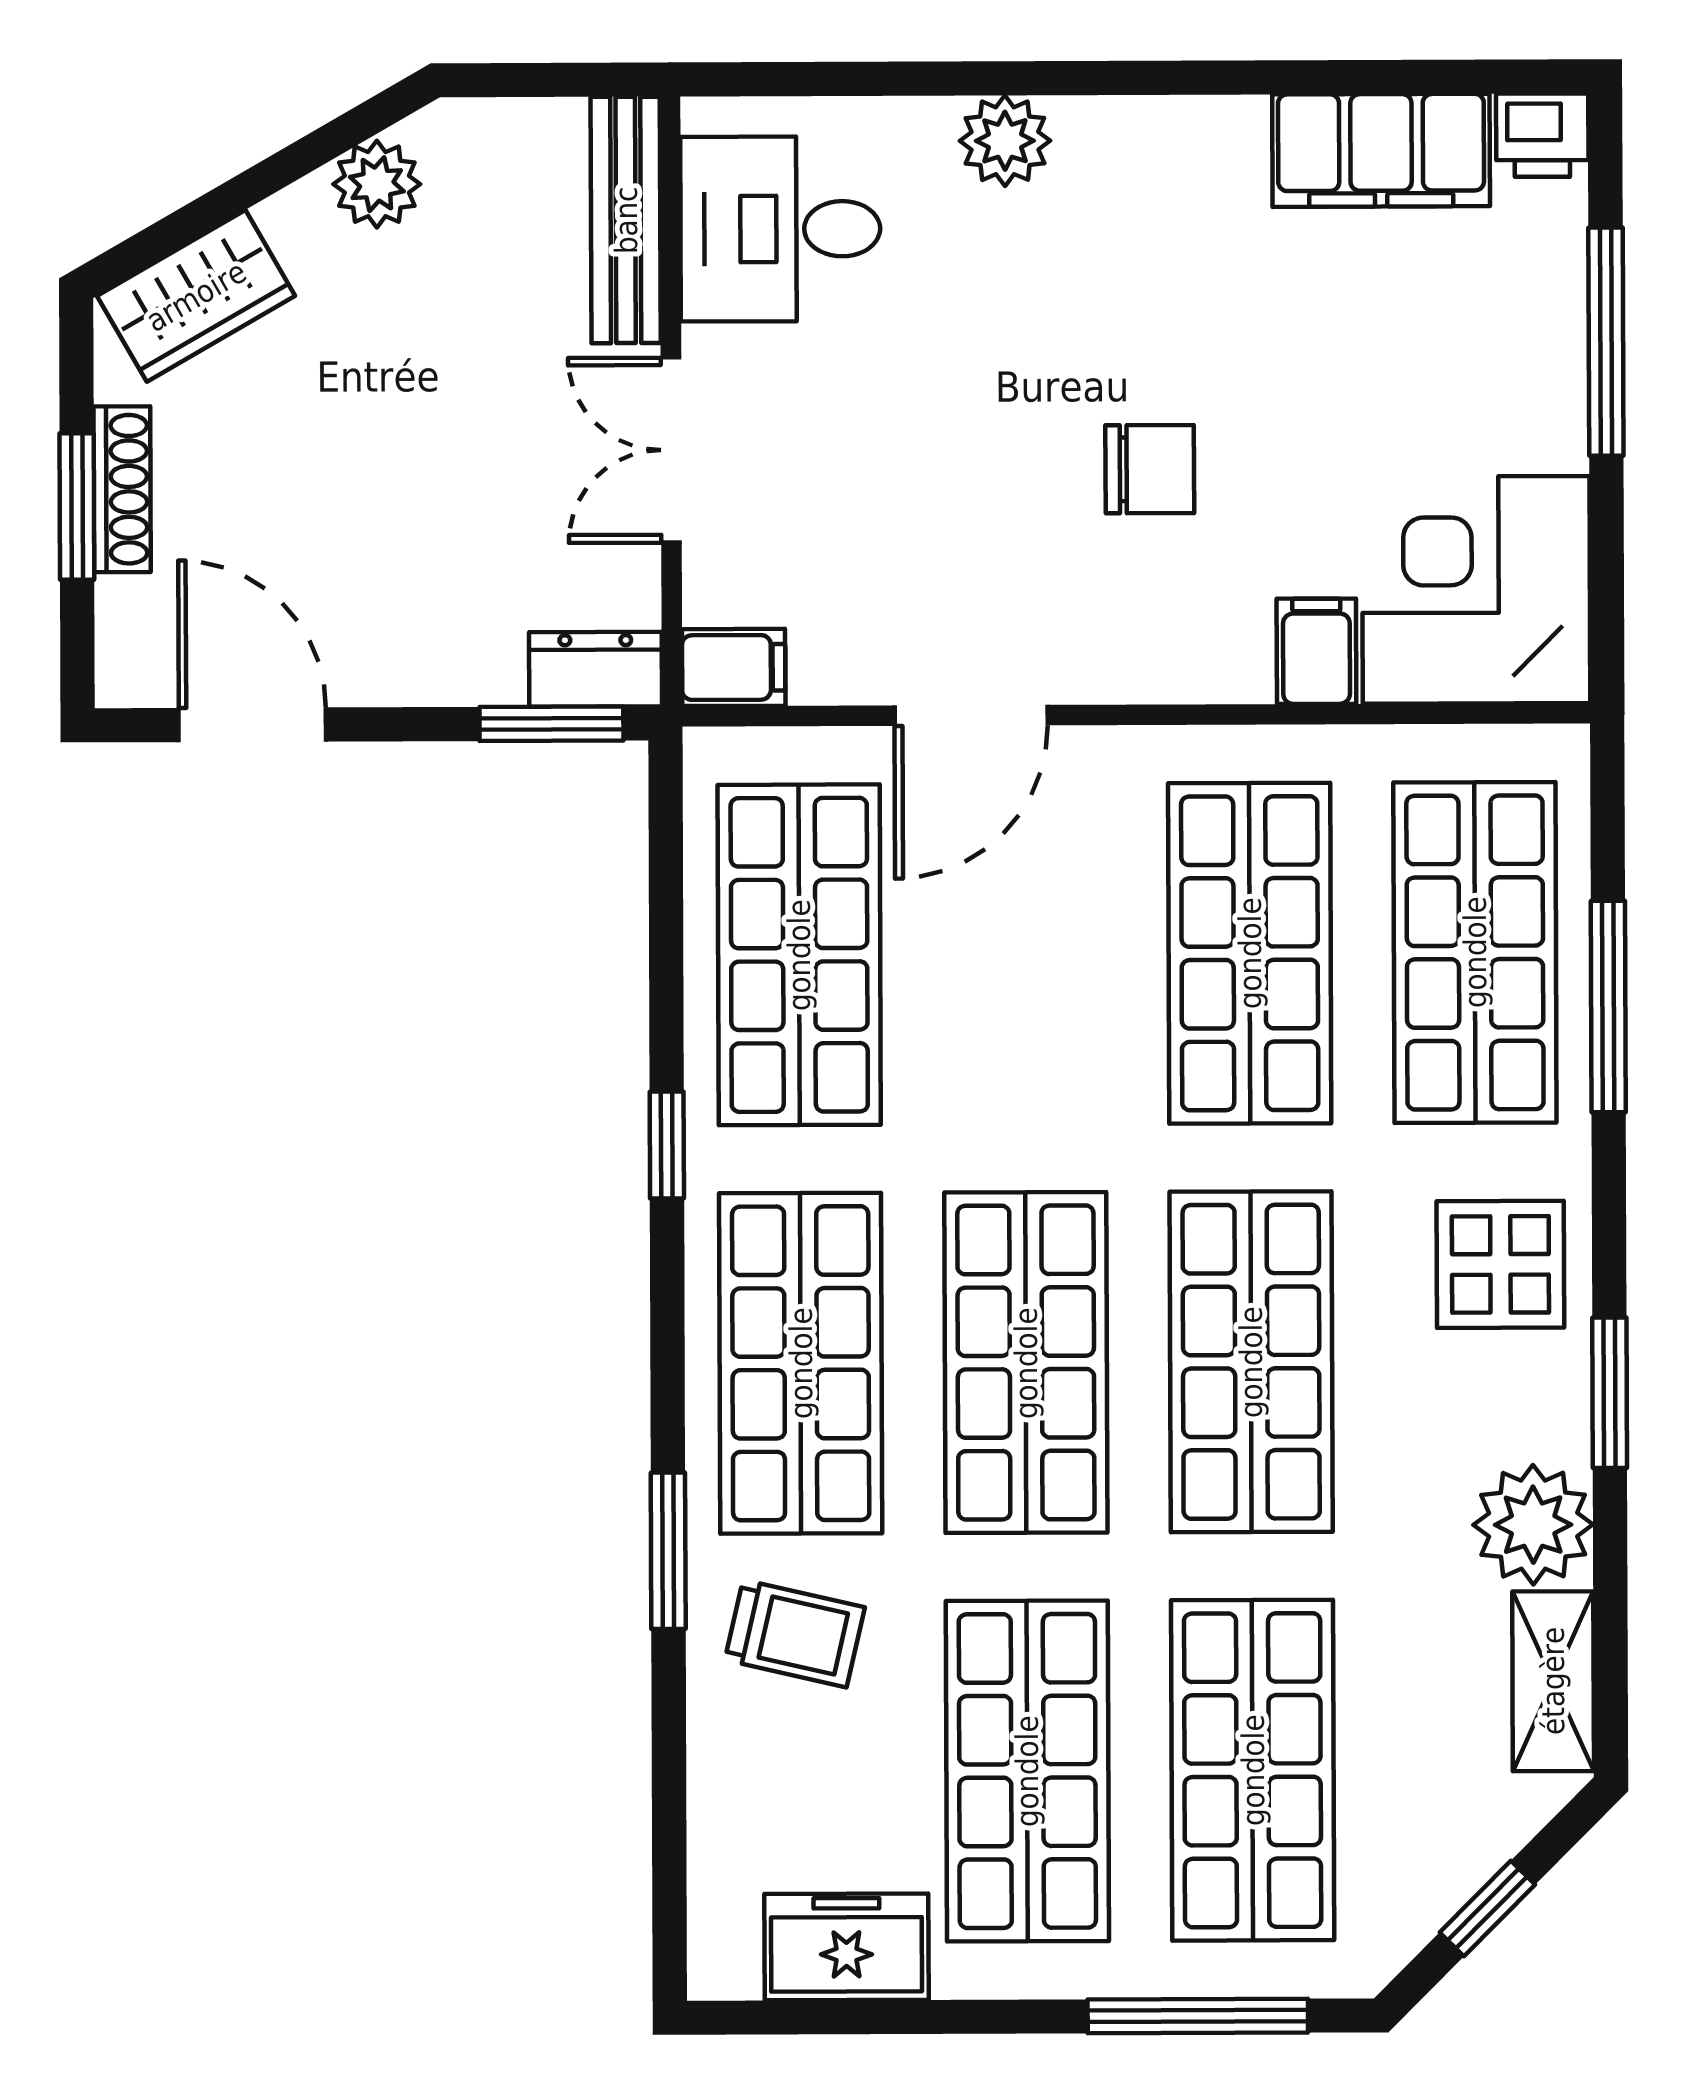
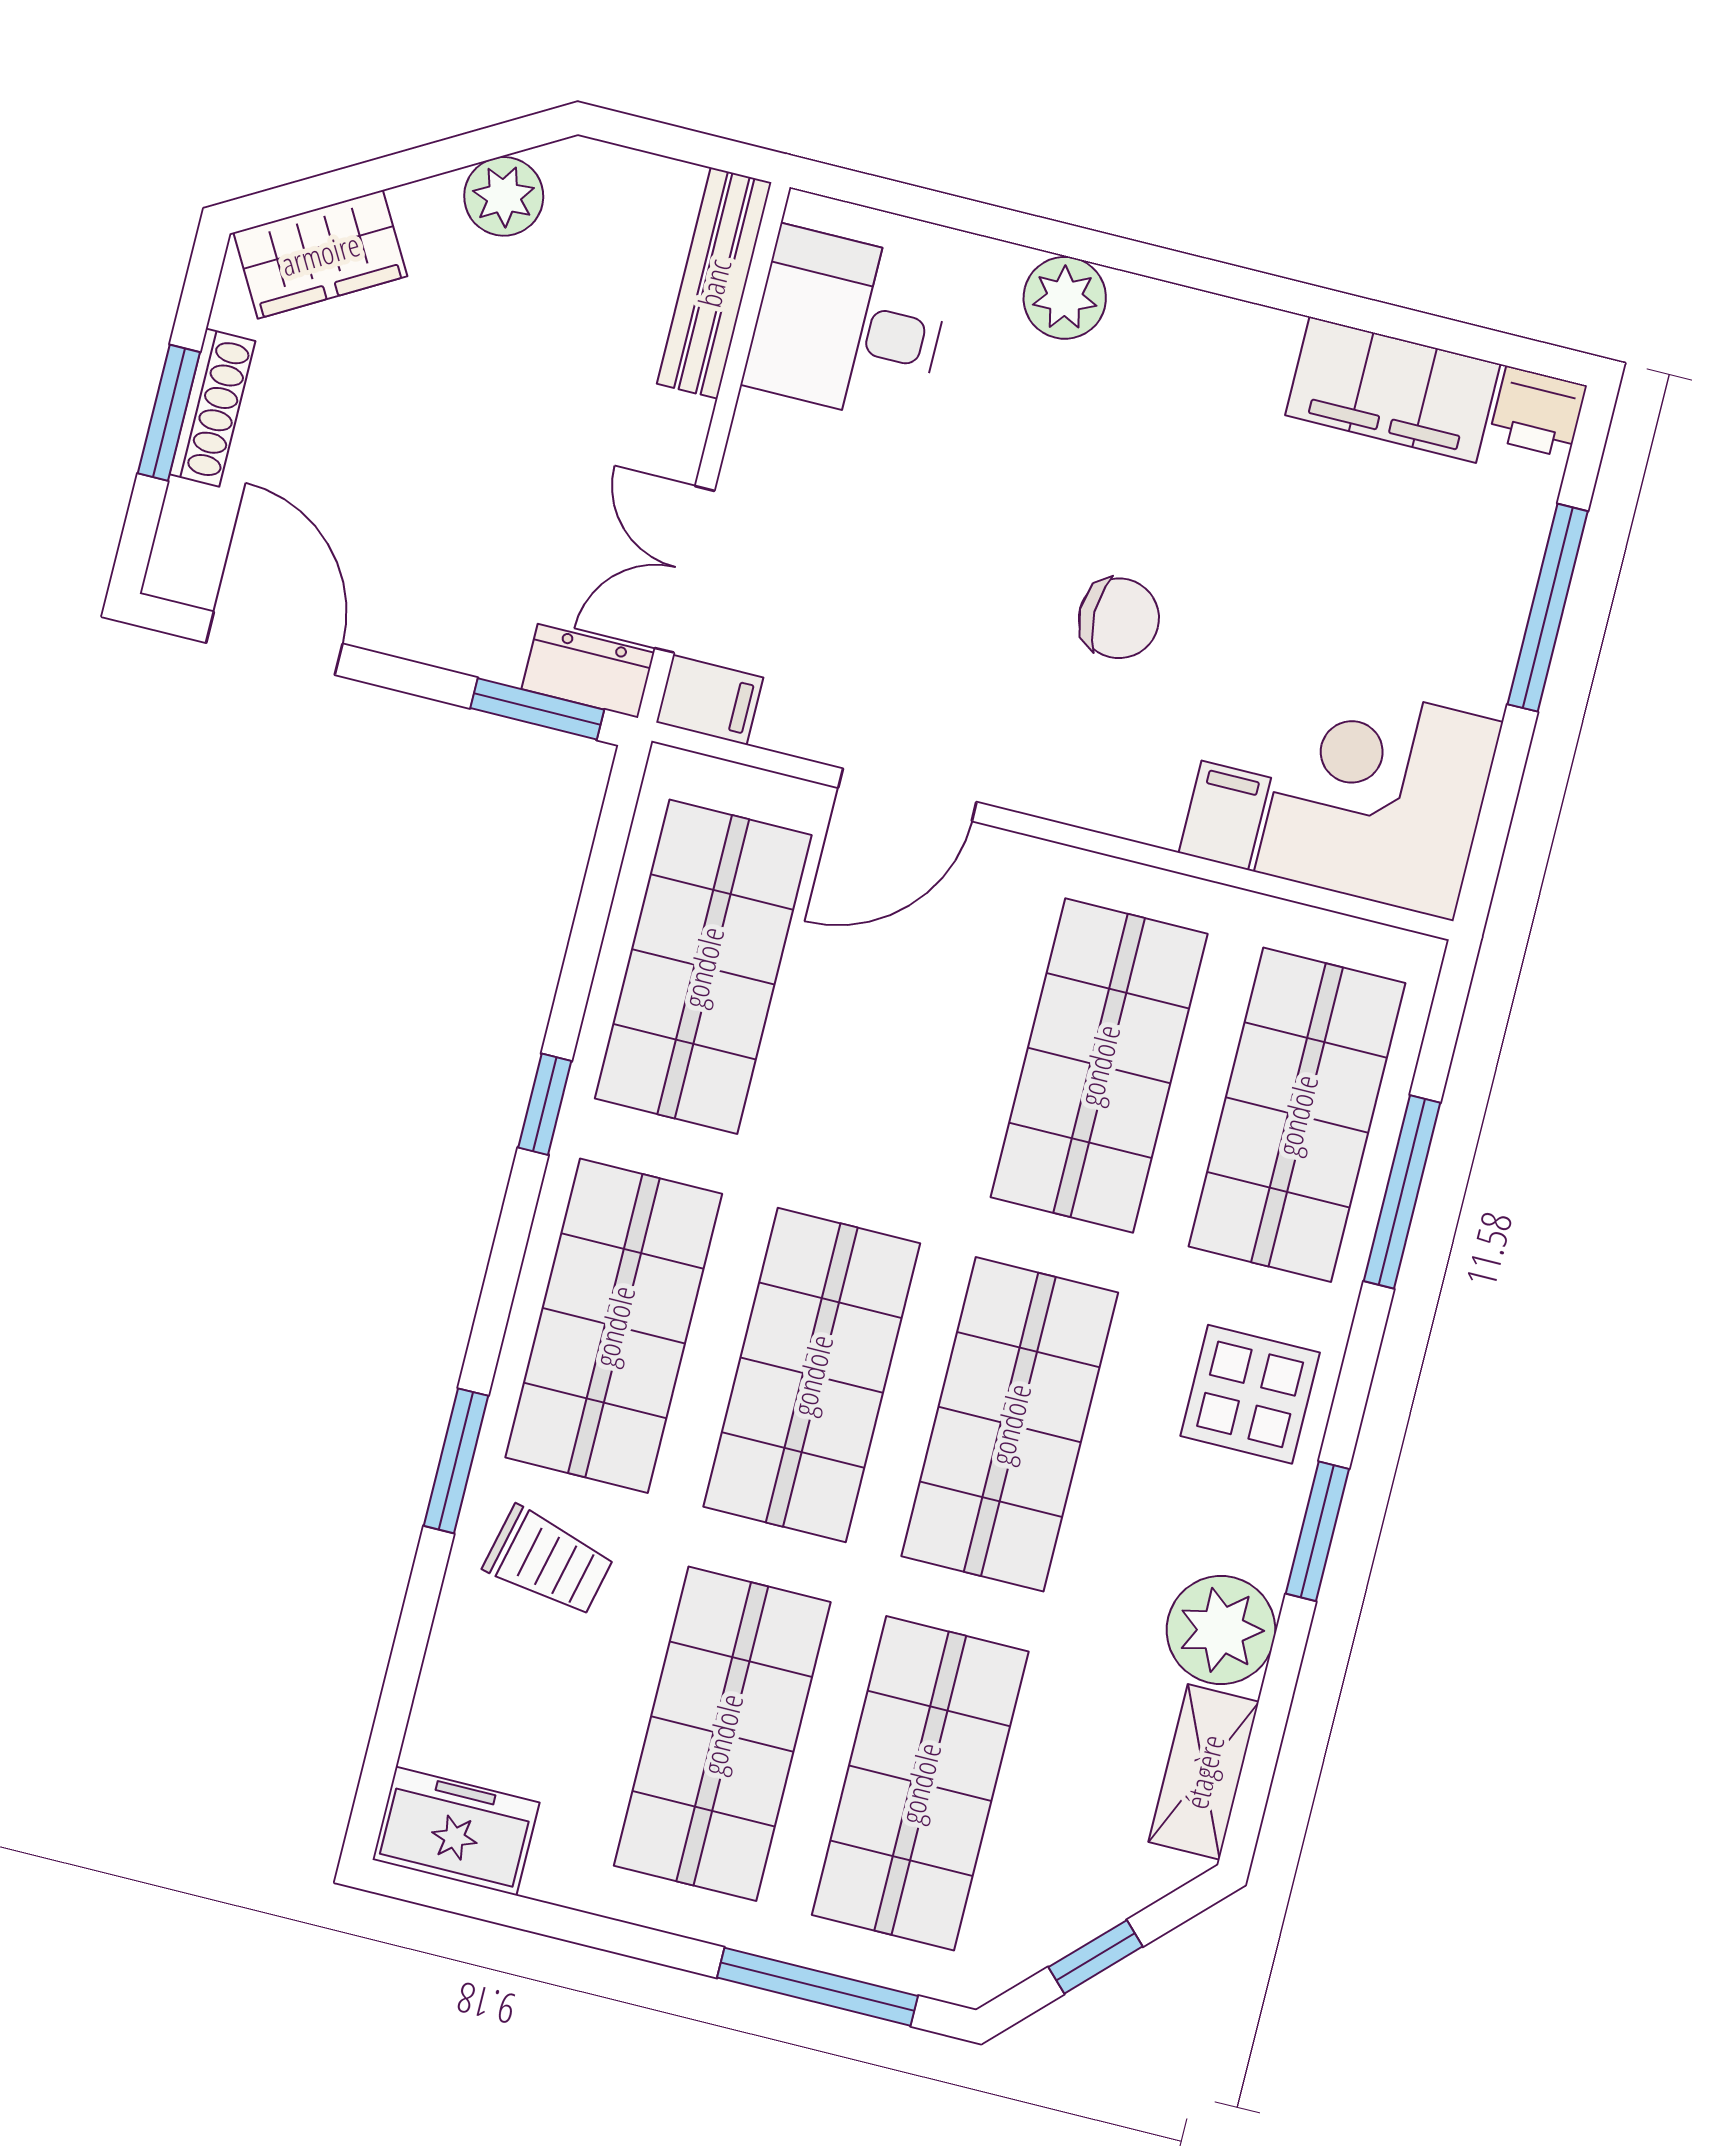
double door: (671, 450) -> (685, 569), moved
freezer: (846, 1947) -> (456, 1831), moved

